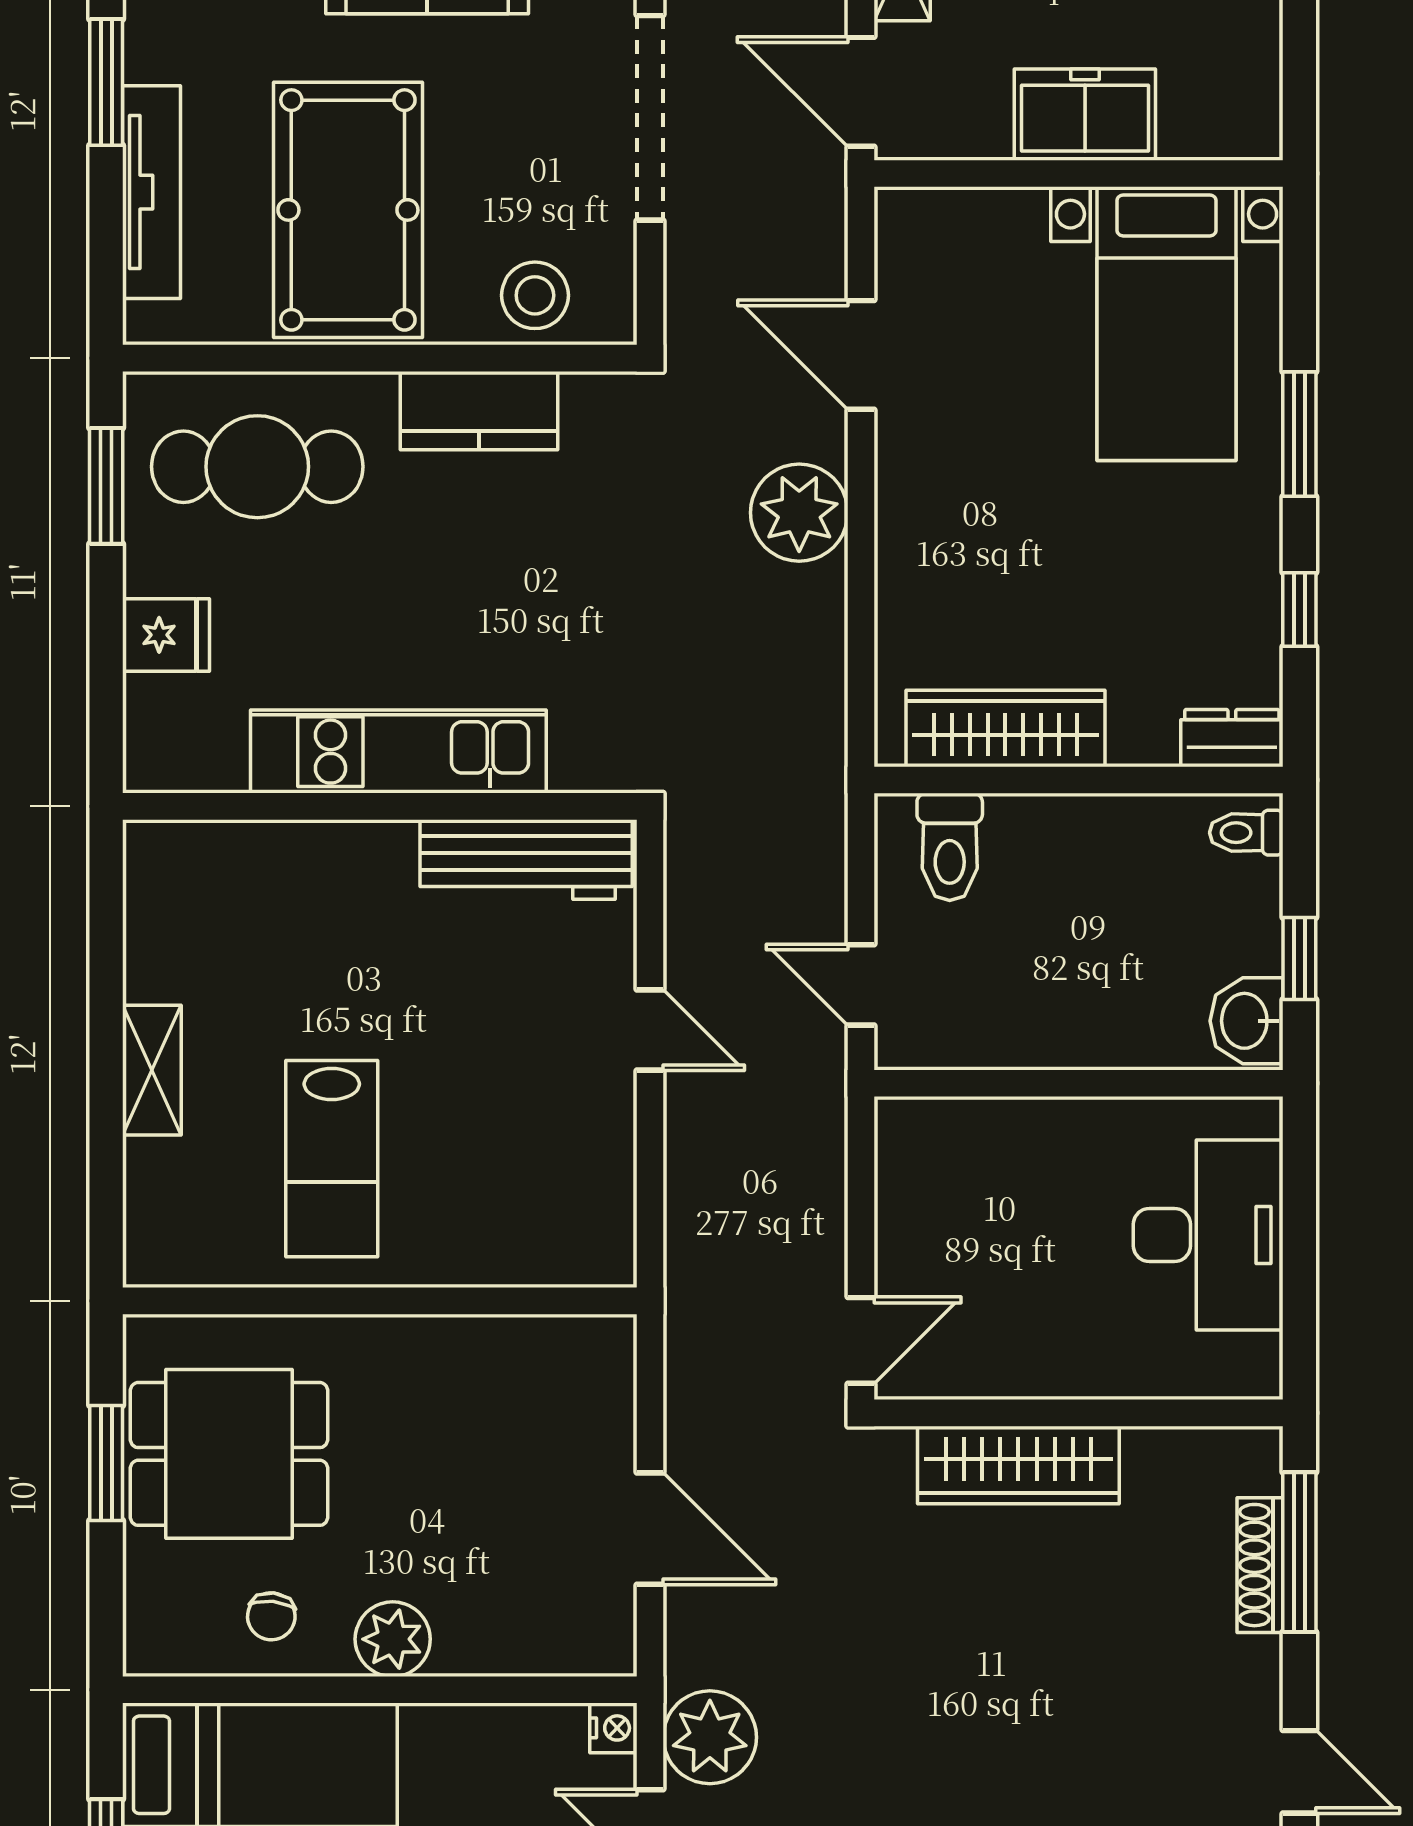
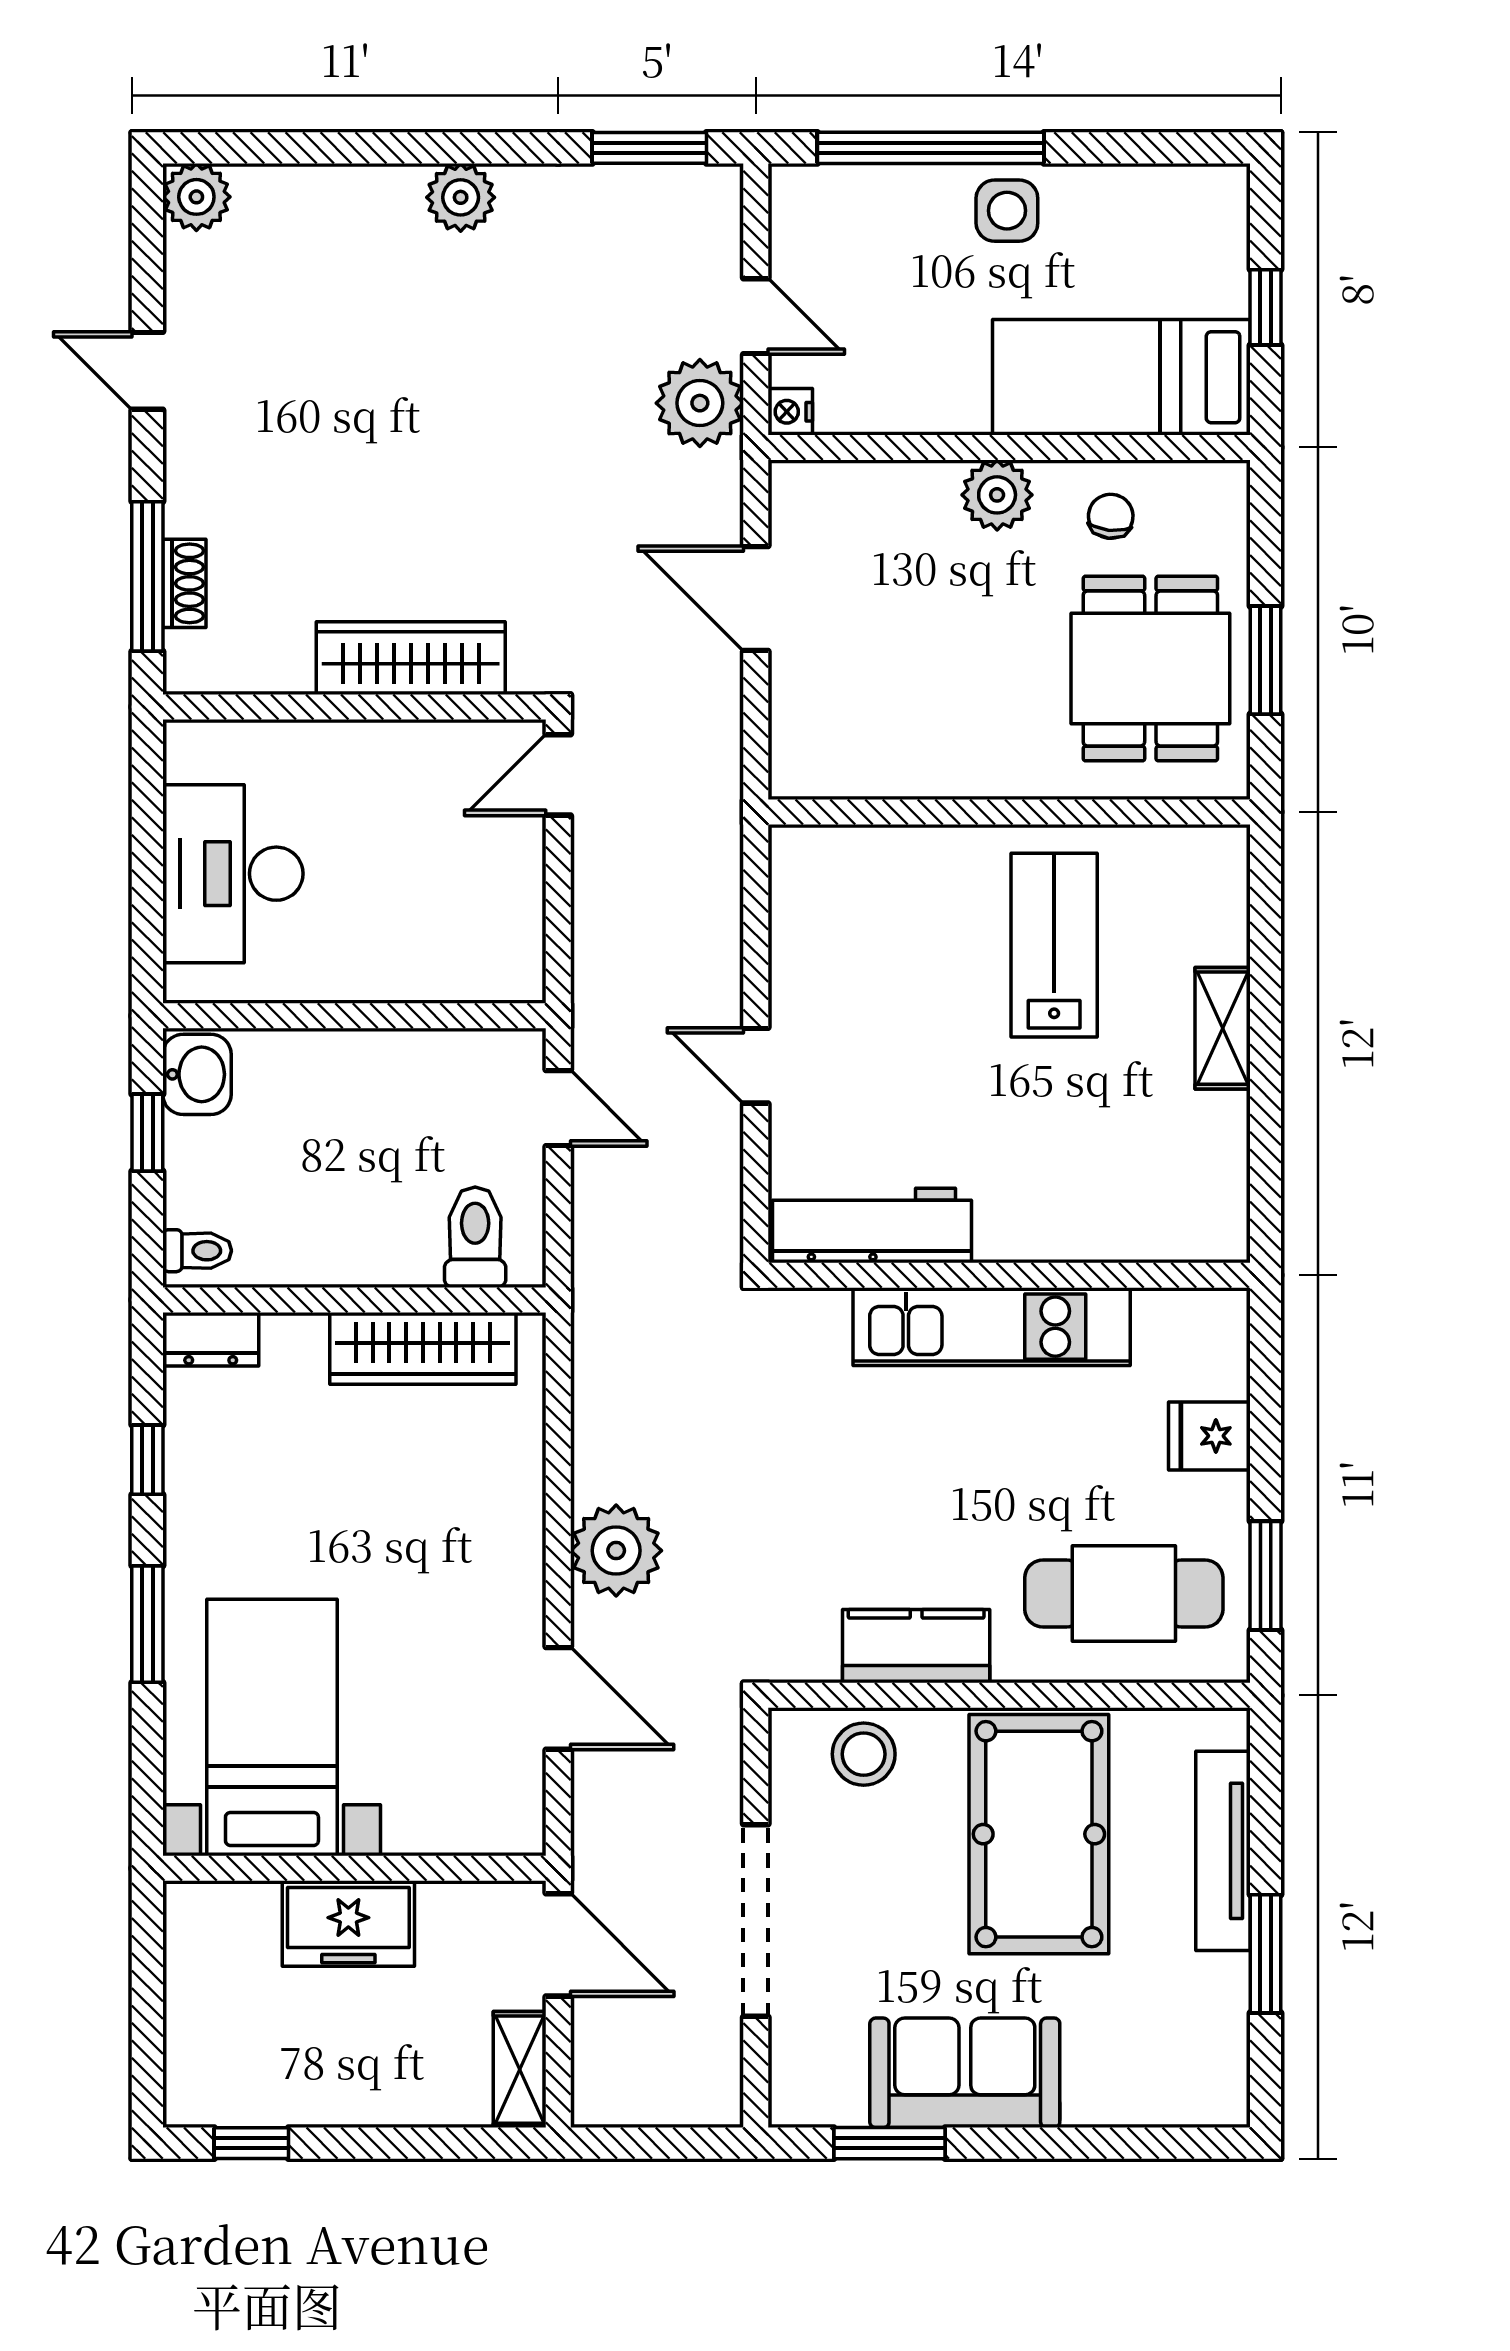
dining table: (229, 1454) -> (1150, 669), turned 90
shoe rack: (1260, 1565) -> (184, 583), width x0.70

